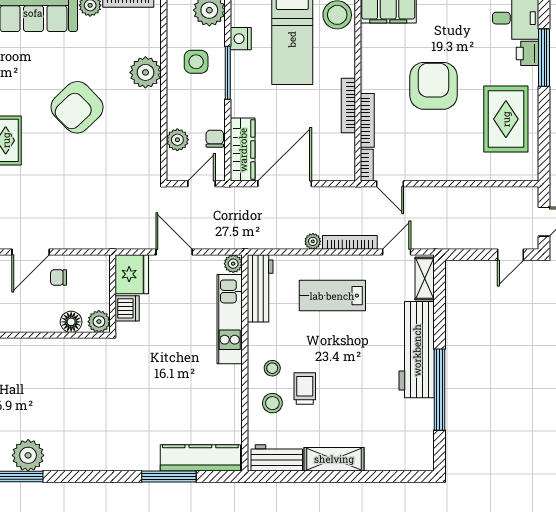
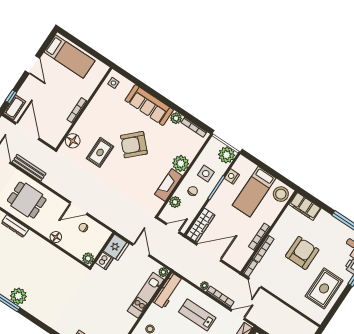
armchair: (77, 107) -> (134, 145), moved
fireplace: (149, 120) -> (168, 185), added
chair: (215, 139) -> (193, 191), moved
floor lamp: (71, 322) -> (56, 237), moved

